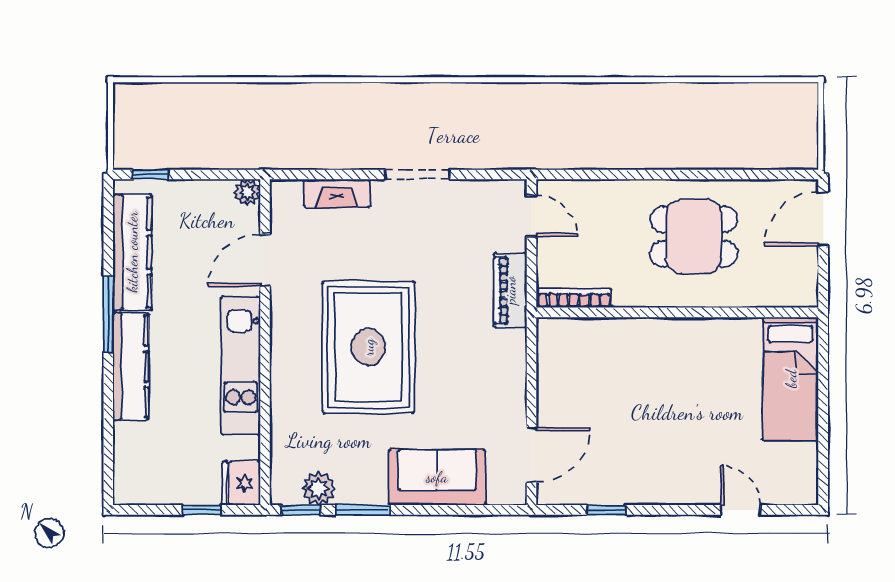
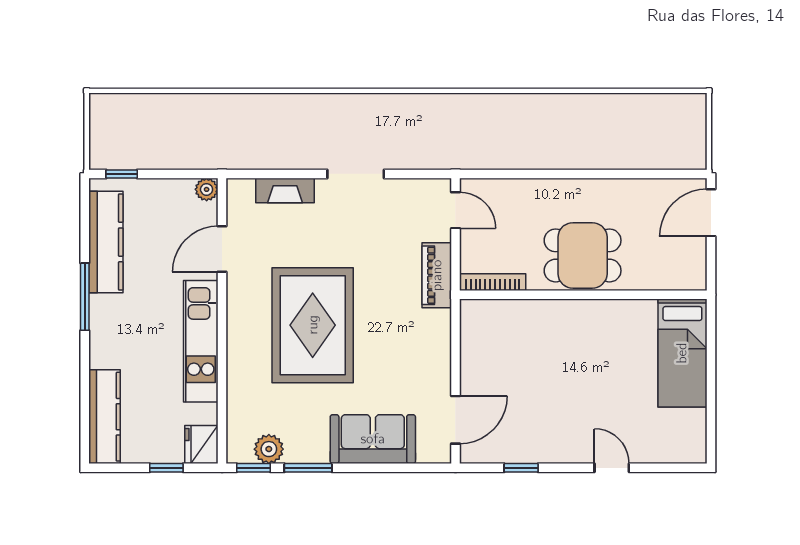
dining table: (694, 237) -> (583, 255), moved
kitchen counter: (131, 367) -> (105, 417), moved
door: (740, 510) -> (612, 468), moved

